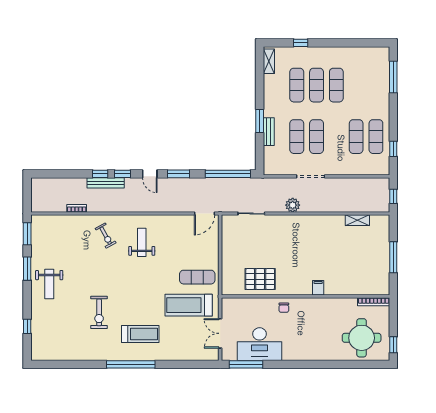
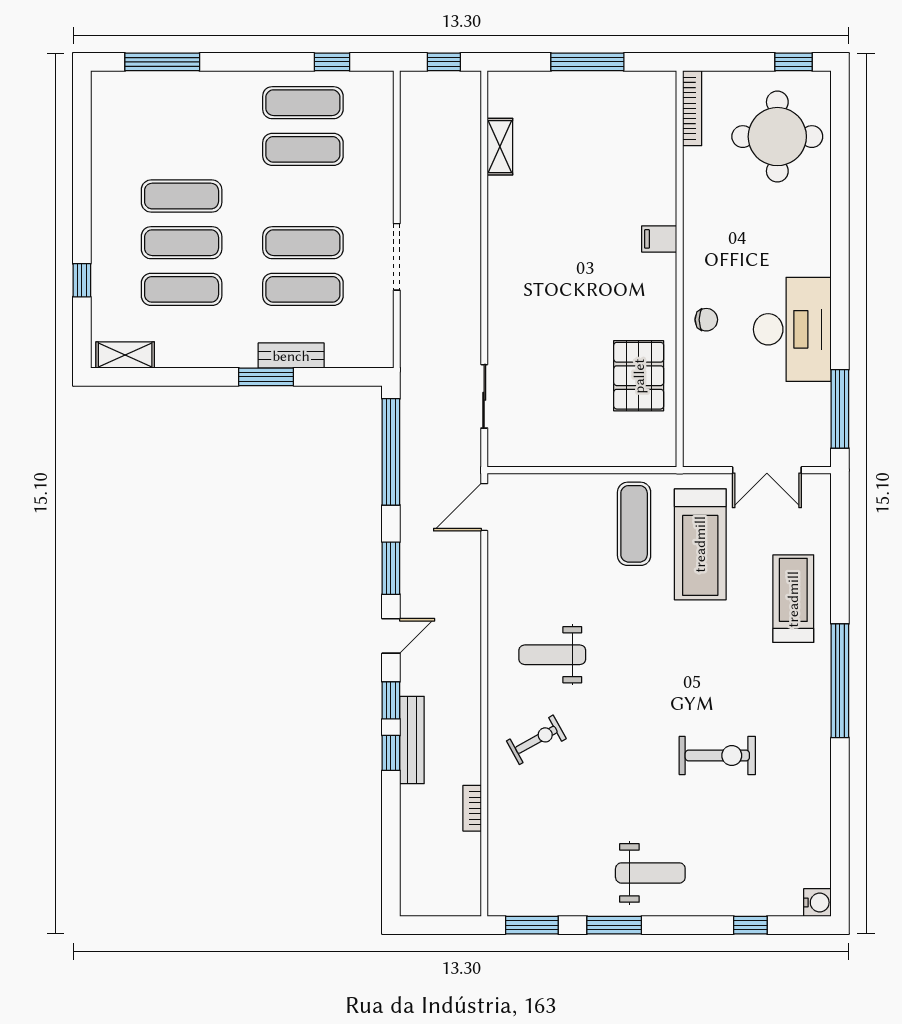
plant: (293, 205) -> (464, 299), removed
door: (204, 214) -> (484, 507), swing flipped
treadmill: (140, 334) -> (793, 599), moved
desk: (260, 344) -> (792, 329), moved
water cooler: (37, 355) -> (817, 902), added

